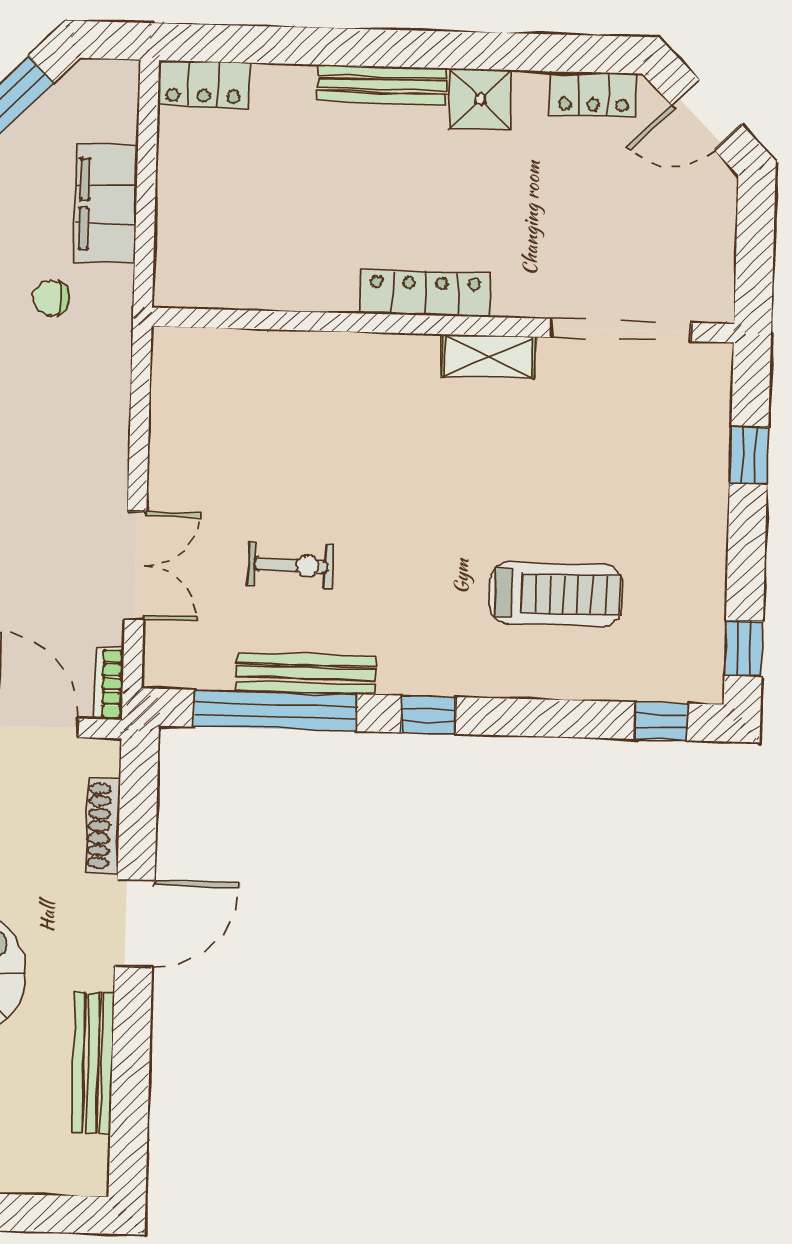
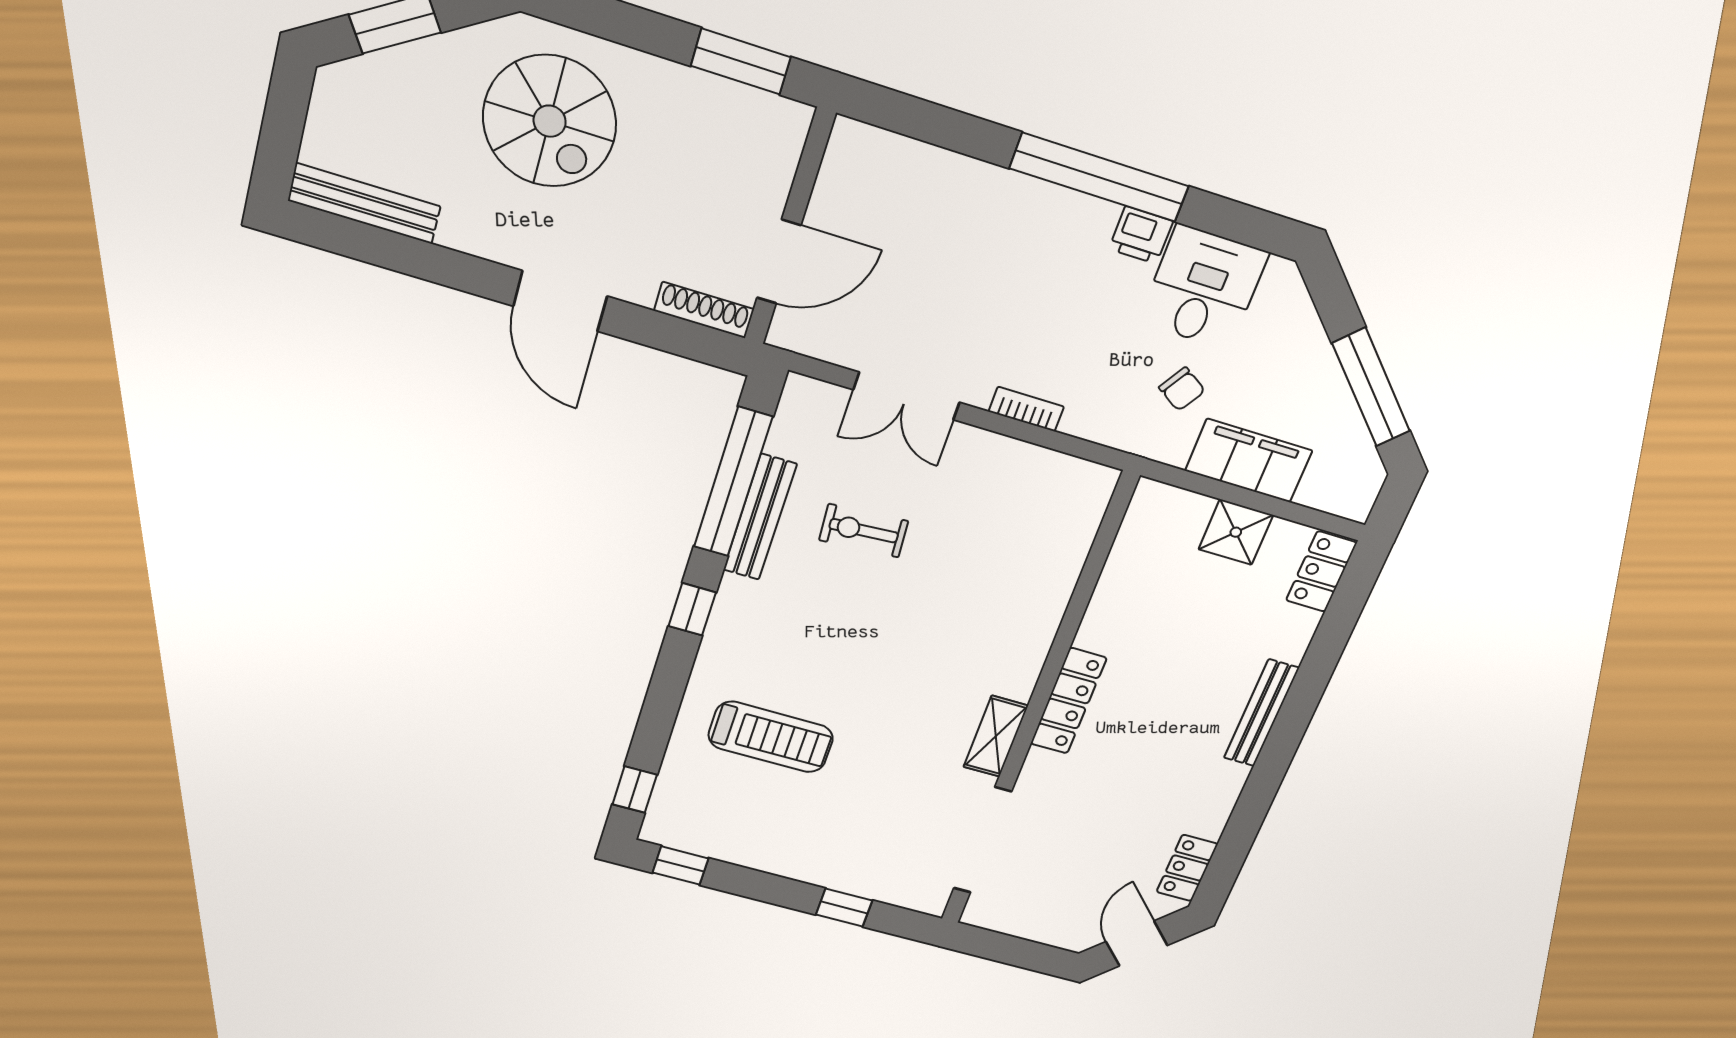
shower: (480, 99) -> (1236, 532), moved
chair: (51, 298) -> (1182, 389), turned 122
exercise bike: (291, 565) -> (864, 531), turned 85
treadmill: (556, 594) -> (771, 737), turned -90
bookcase: (109, 684) -> (1026, 409), moved
shoe rack: (103, 826) -> (704, 310), moved
bench: (93, 1063) -> (364, 203), moved

